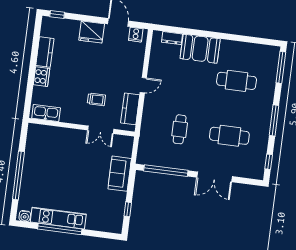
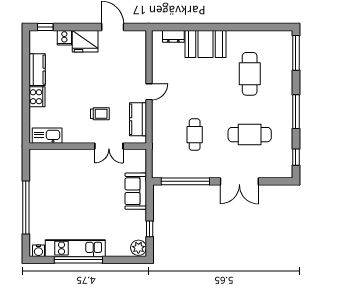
cooker: (136, 35) -> (64, 38), moved
cafe table: (237, 81) -> (250, 74), turned 90
plant: (116, 225) -> (138, 248), added

